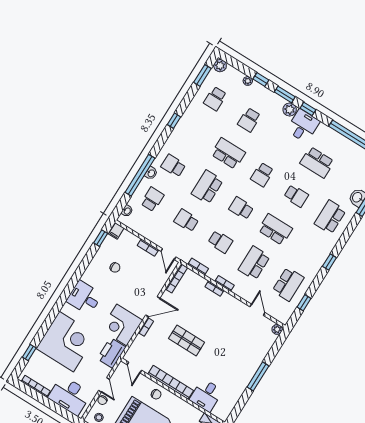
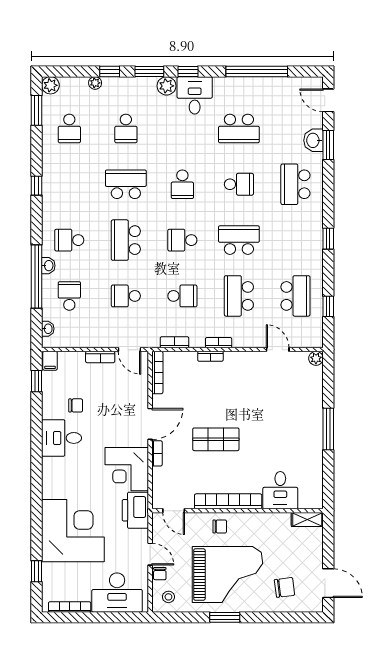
desk: (84, 298) -> (62, 438), moved

